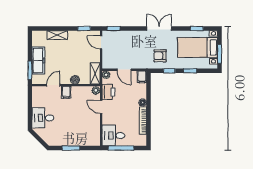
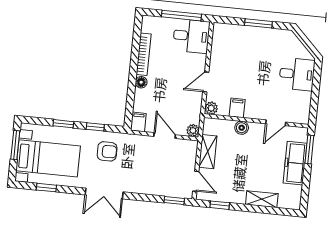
shelving: (95, 73) -> (208, 152), moved
filing cabinet: (66, 92) -> (237, 108), moved
printer: (109, 92) -> (192, 104), removed
door: (101, 107) -> (206, 82), swing flipped

